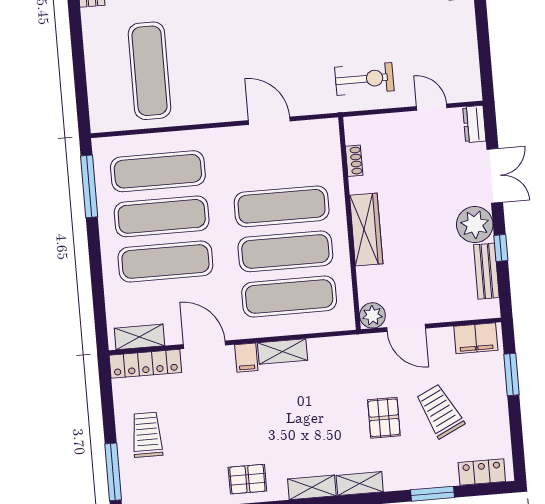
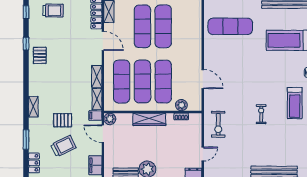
door: (269, 121) -> (203, 79), hinge flipped
plant: (329, 162) -> (181, 105), added
exercise mat: (158, 171) -> (184, 26), removed
door: (406, 328) -> (103, 134), hinge flipped
door: (204, 345) -> (103, 41), hinge flipped
filing cabinet: (246, 358) -> (95, 116), moved
trolley: (147, 435) -> (53, 11), moved
shelving: (312, 487) -> (97, 99), moved

